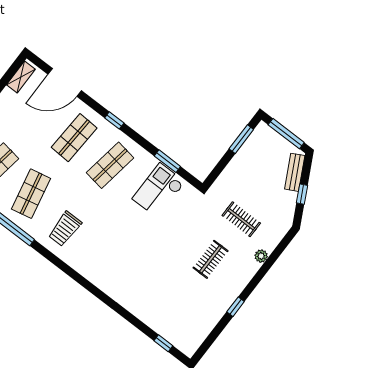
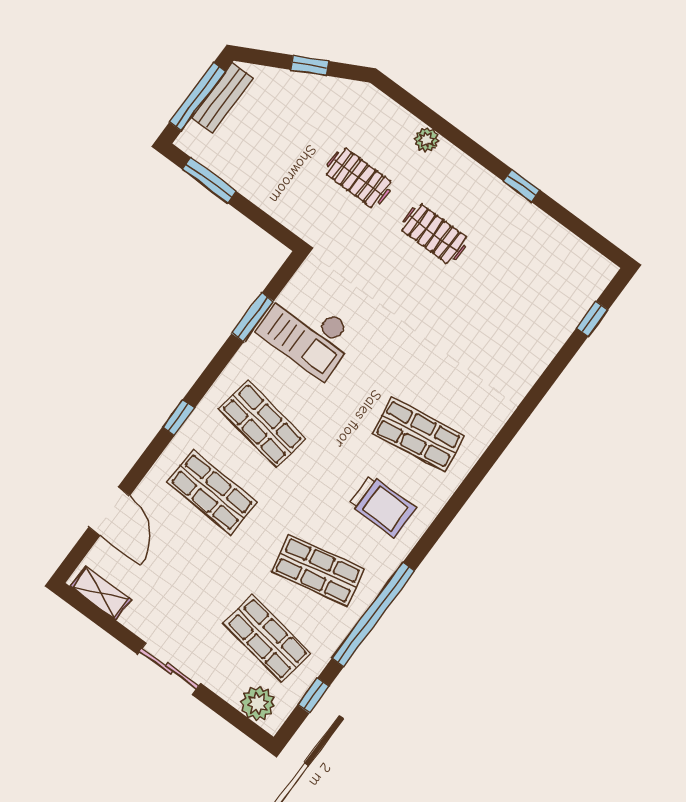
door: (65, 82) -> (109, 511), width x0.73
bench: (295, 172) -> (222, 98), moved, turned -63
clothes rail: (241, 219) -> (358, 178), turned 90
shop shelf: (103, 249) -> (418, 434), added

